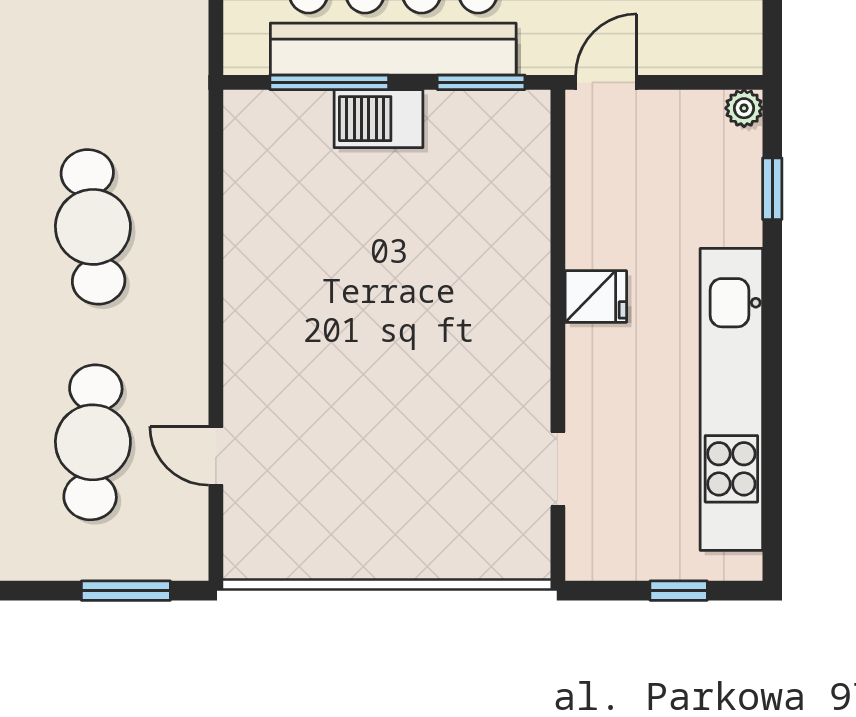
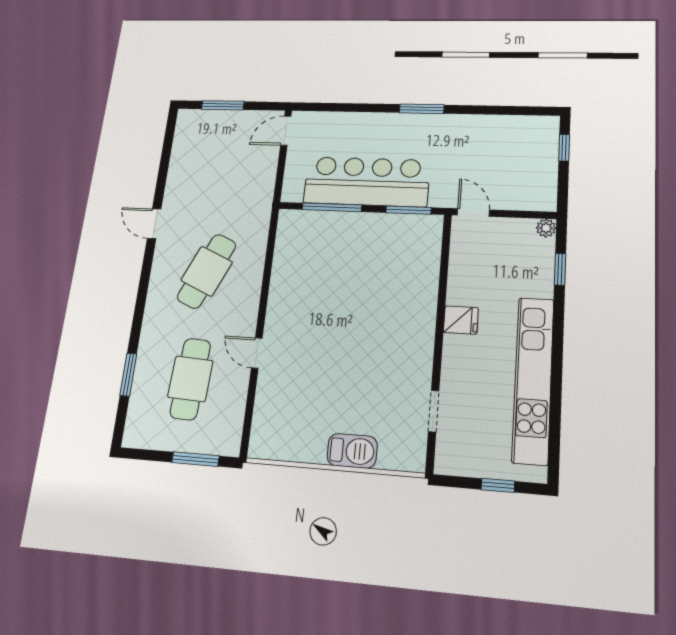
door: (606, 82) -> (473, 213), hinge flipped
barbecue: (379, 119) -> (352, 451), moved, turned 180
cafe table: (93, 227) -> (207, 271), turned 30
door: (216, 456) -> (257, 353), moved

